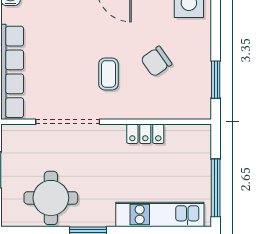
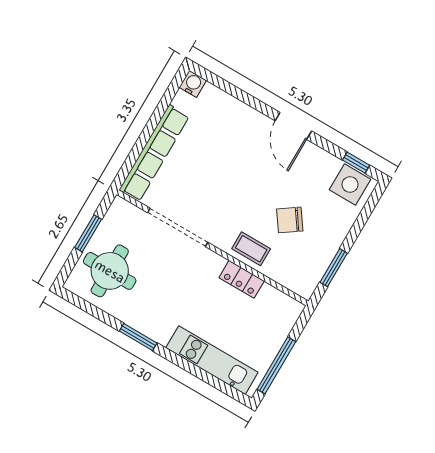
coffee table: (108, 74) -> (251, 249), moved, turned 90
round table: (51, 198) -> (110, 271), moved

